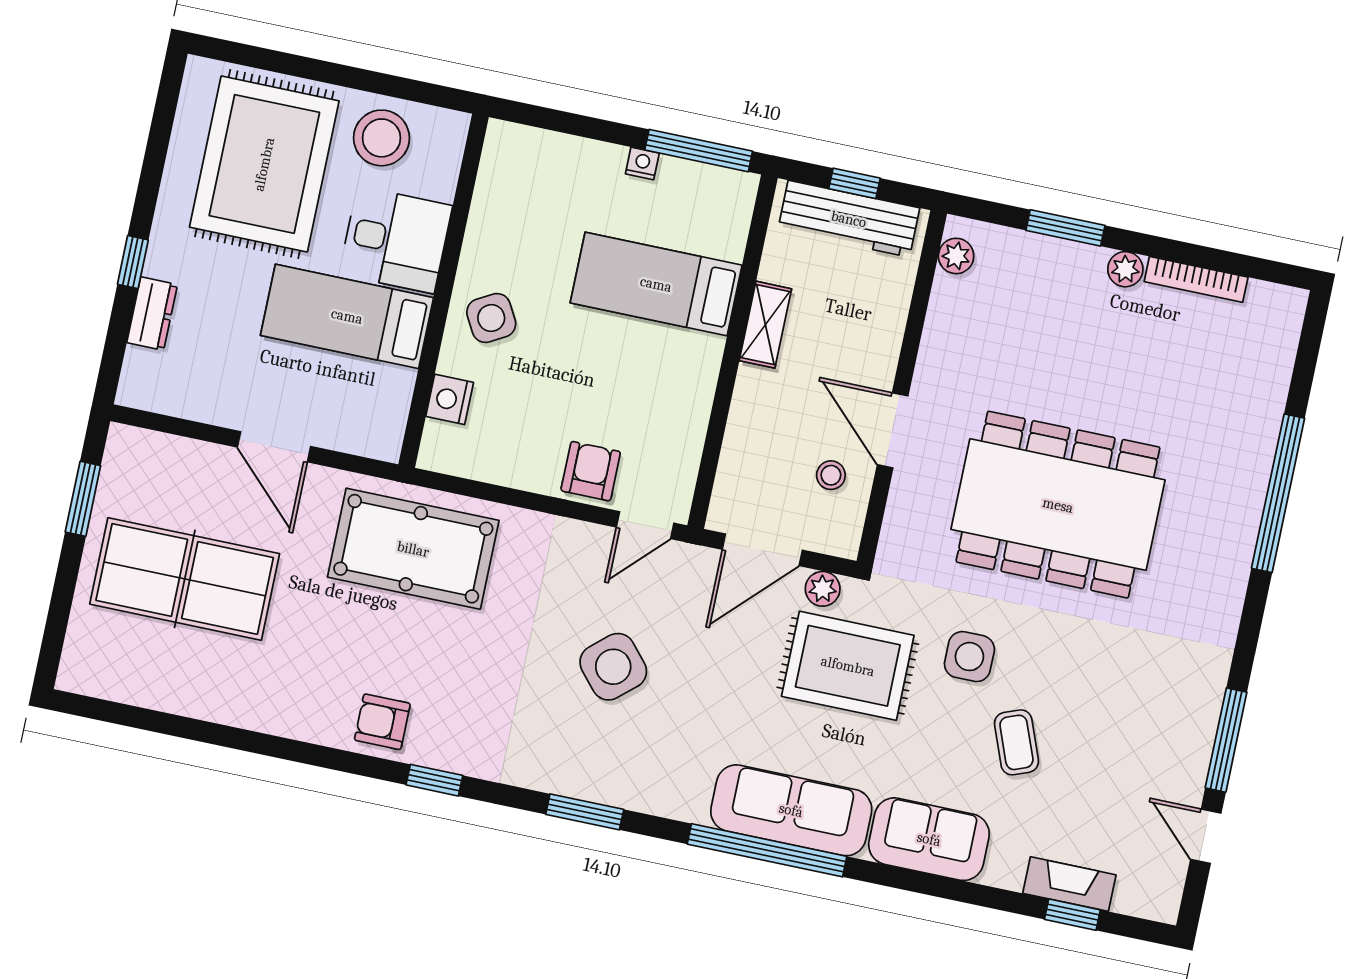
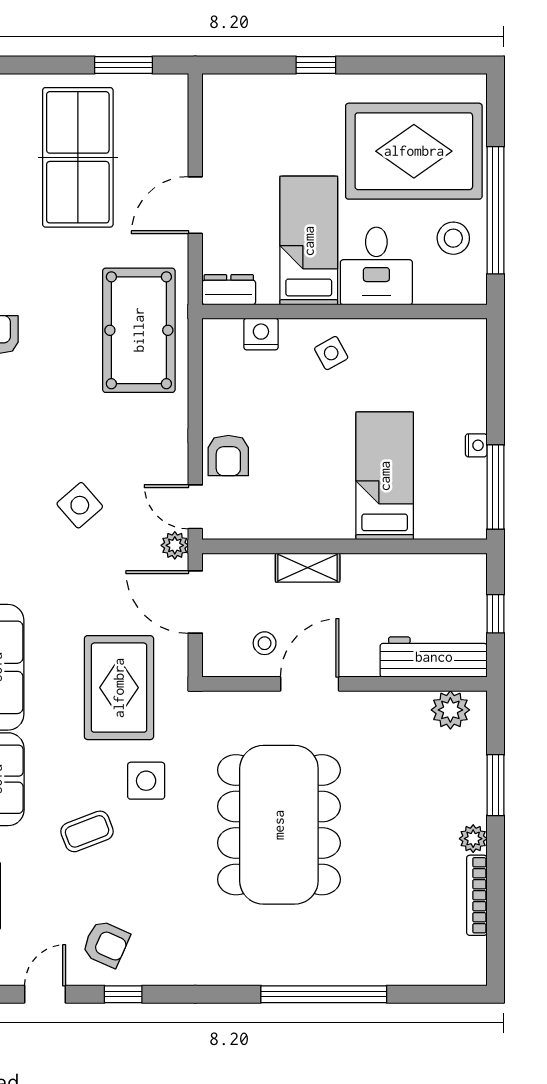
window: (358, 79) -> (495, 210), added
stool: (382, 138) -> (453, 238), width x0.73, depth x0.73
workbench: (849, 219) -> (434, 657), moved, turned 90
plant: (956, 256) -> (450, 710), width x1.38, depth x1.38
dresser: (152, 314) -> (229, 290), moved, turned 180
side table: (491, 318) -> (331, 353), width x0.73, depth x0.73
shelving: (765, 325) -> (308, 568), moved
armchair: (591, 471) -> (228, 456), turned 90
plant: (823, 589) -> (175, 545), moved
side table: (613, 667) -> (80, 505), width x0.73, depth x0.73
window: (1226, 740) -> (123, 994), width x0.46
armchair: (1160, 748) -> (106, 944), added

